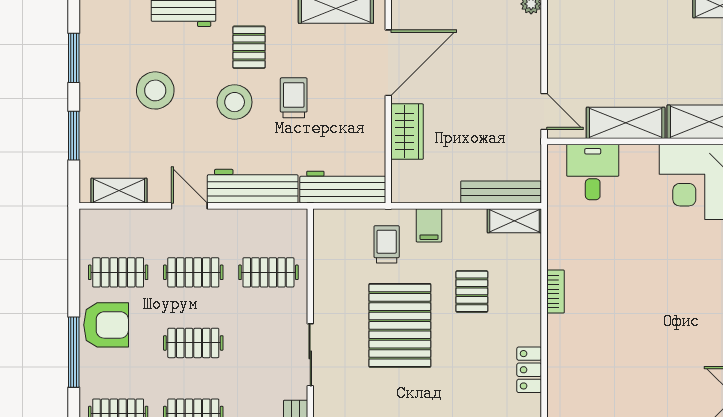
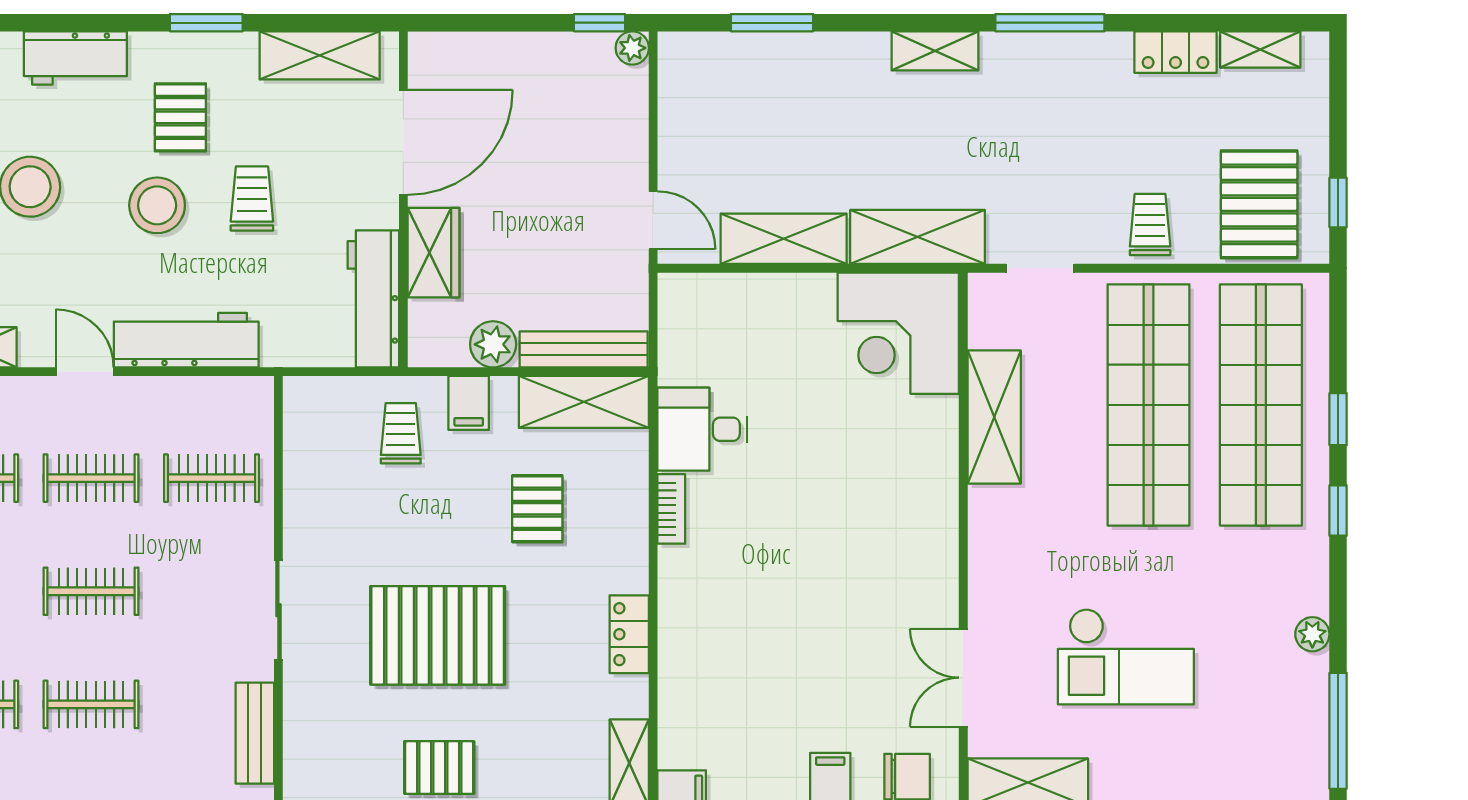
desk: (593, 172) -> (702, 429), moved, turned -90
workbench: (343, 187) -> (373, 299), moved, turned -90
plant: (444, 189) -> (493, 344), added
shelving: (514, 221) -> (584, 402), width x1.50, depth x1.33
pallet: (400, 325) -> (438, 635), moved, turned 90

